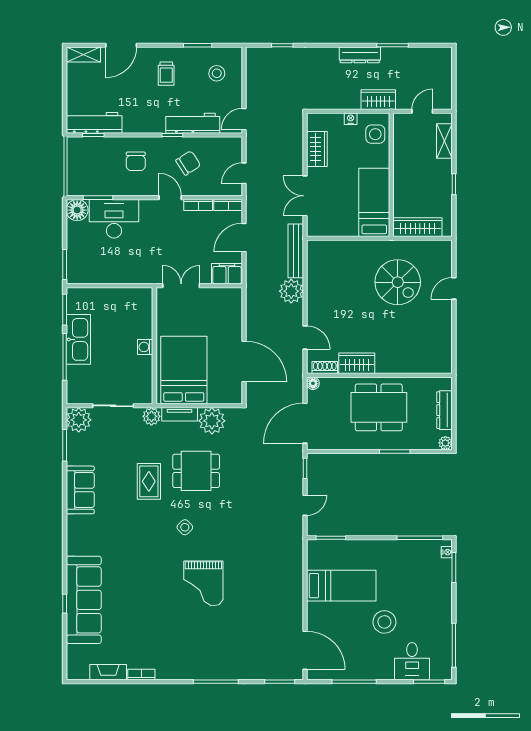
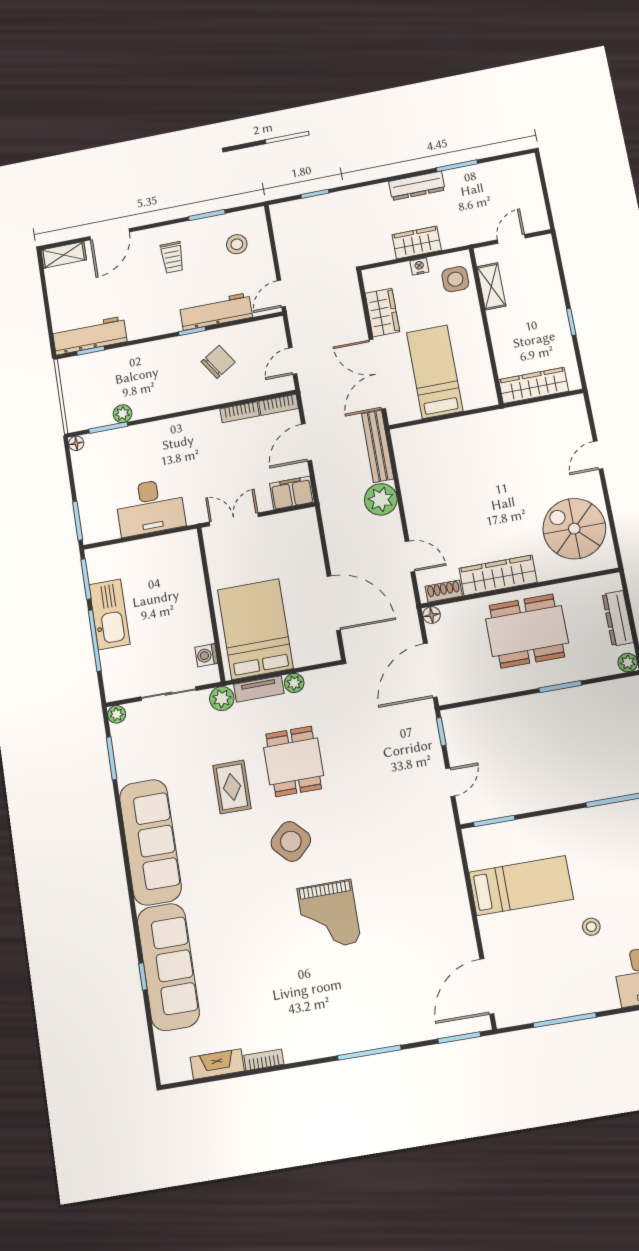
wardrobe: (378, 100) -> (417, 242), moved
shelving: (444, 141) -> (491, 286), moved
chair: (136, 161) -> (150, 373), removed
plant: (110, 189) -> (123, 414), added
double door: (305, 196) -> (377, 374), width x1.37
door: (170, 198) -> (202, 410), removed
bed: (374, 202) -> (435, 372), moved
floor lamp: (77, 210) -> (76, 443), width x0.53, depth x0.53
desk: (114, 219) -> (150, 507), moved, turned 180
spiral stairs: (398, 282) -> (574, 529), moved, turned 180
washing machine: (145, 347) -> (206, 655), moved
wardrobe: (357, 363) -> (498, 575), width x1.50
plant: (79, 420) -> (117, 714), width x0.53, depth x0.53
plant: (212, 421) -> (294, 683), width x0.53, depth x0.53
dining table: (196, 471) -> (294, 761), turned 90
sofa: (80, 490) -> (150, 842), width x1.85, depth x1.27
side table: (185, 527) -> (291, 841), width x1.87, depth x1.87
stool: (384, 622) -> (591, 927), width x0.53, depth x0.53
door: (305, 650) -> (487, 986), swing flipped

